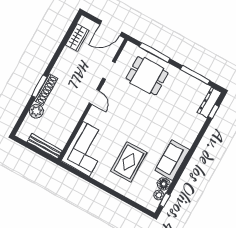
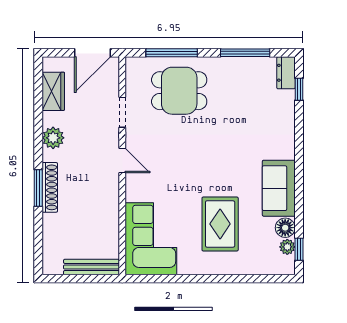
dresser: (209, 102) -> (286, 73), width x0.70
plant: (36, 111) -> (53, 138), moved

